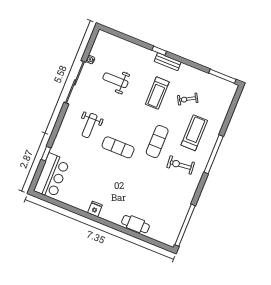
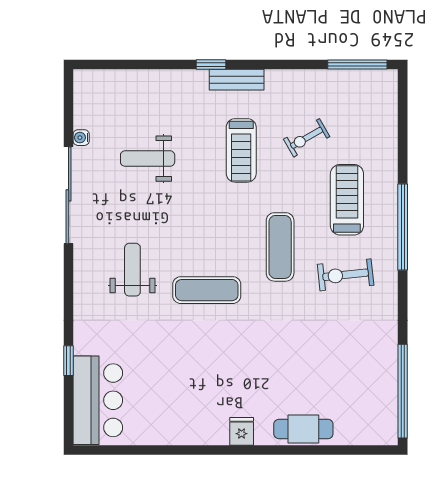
weight bench: (90, 126) -> (132, 270), turned 180
fridge: (95, 209) -> (242, 431), moved

